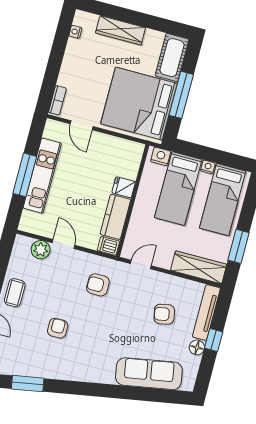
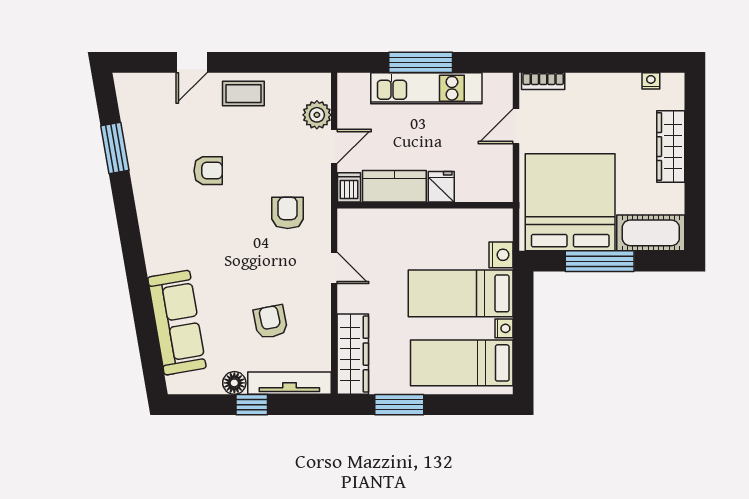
fridge: (124, 187) -> (441, 187), moved
wall: (133, 201) -> (425, 205), moved
kitchen counter: (115, 217) -> (394, 186), moved
dishwasher: (108, 246) -> (349, 187), moved

